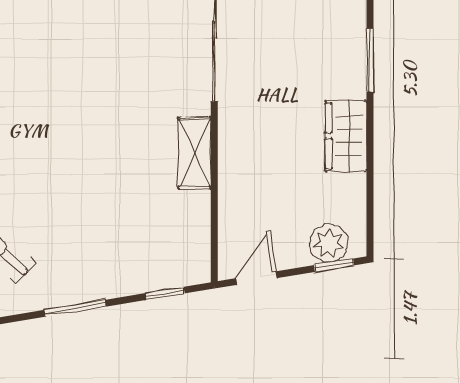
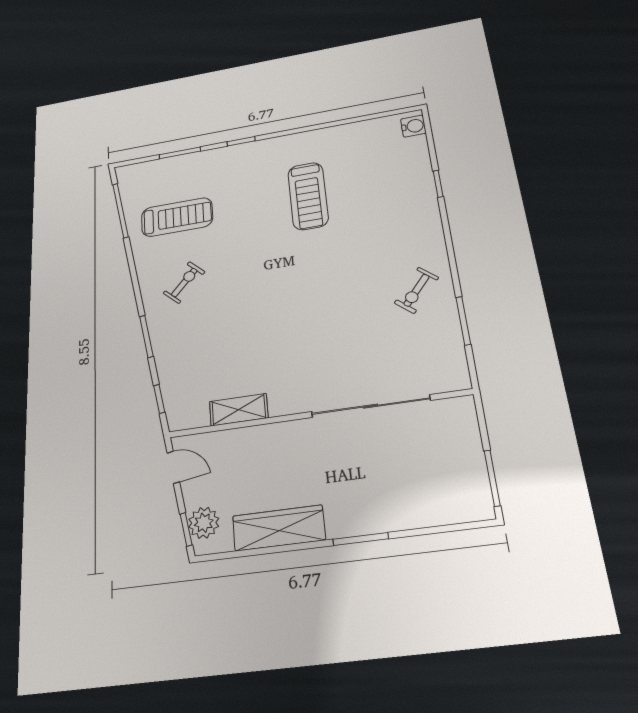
wardrobe: (346, 136) -> (279, 528), width x1.50
shelving: (195, 153) -> (239, 410), moved

